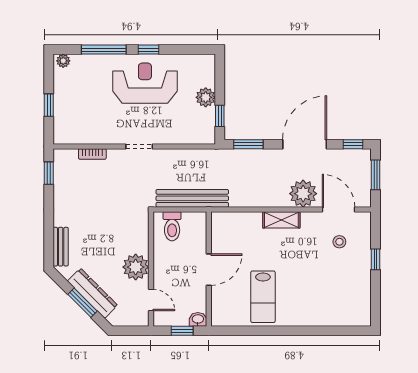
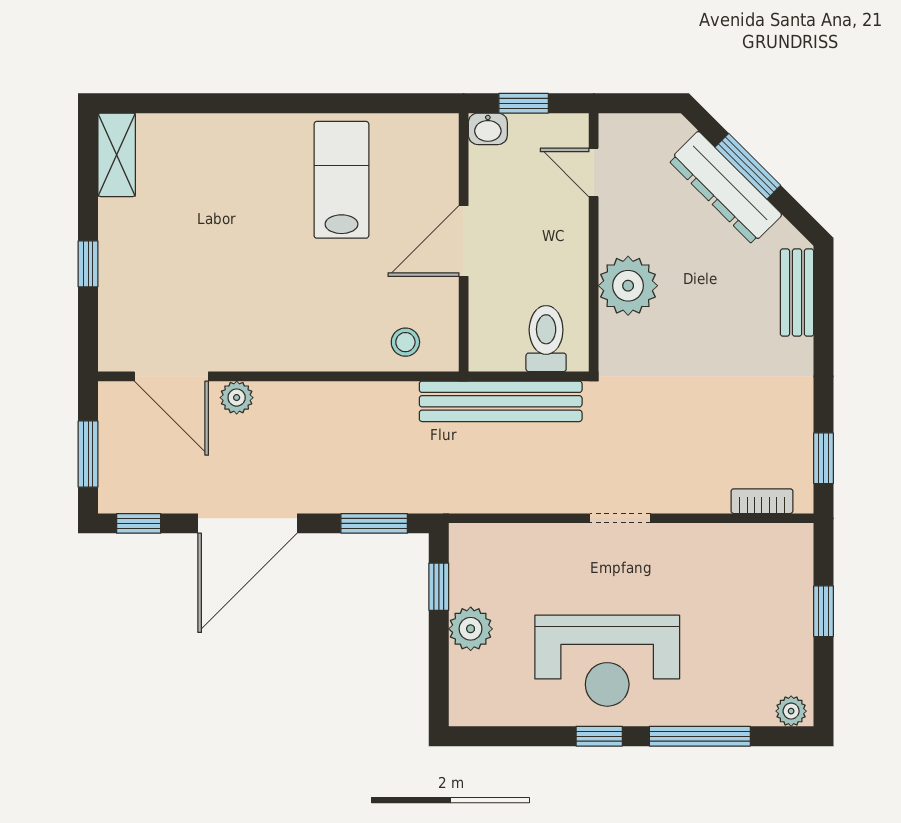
bookcase: (92, 154) -> (762, 501), moved
plant: (303, 194) -> (237, 398), width x0.53, depth x0.53
shelving: (281, 220) -> (117, 155), moved, turned 90
stool: (339, 242) -> (405, 342), moved
plant: (136, 267) -> (628, 286), moved

